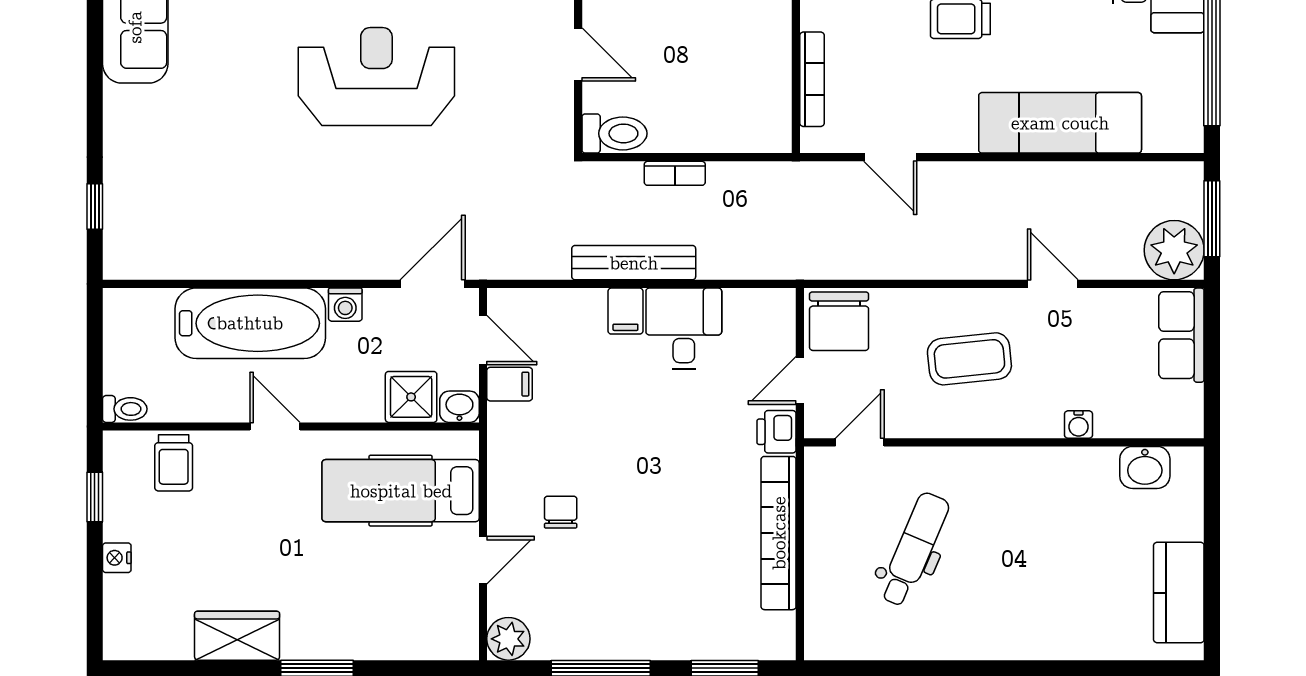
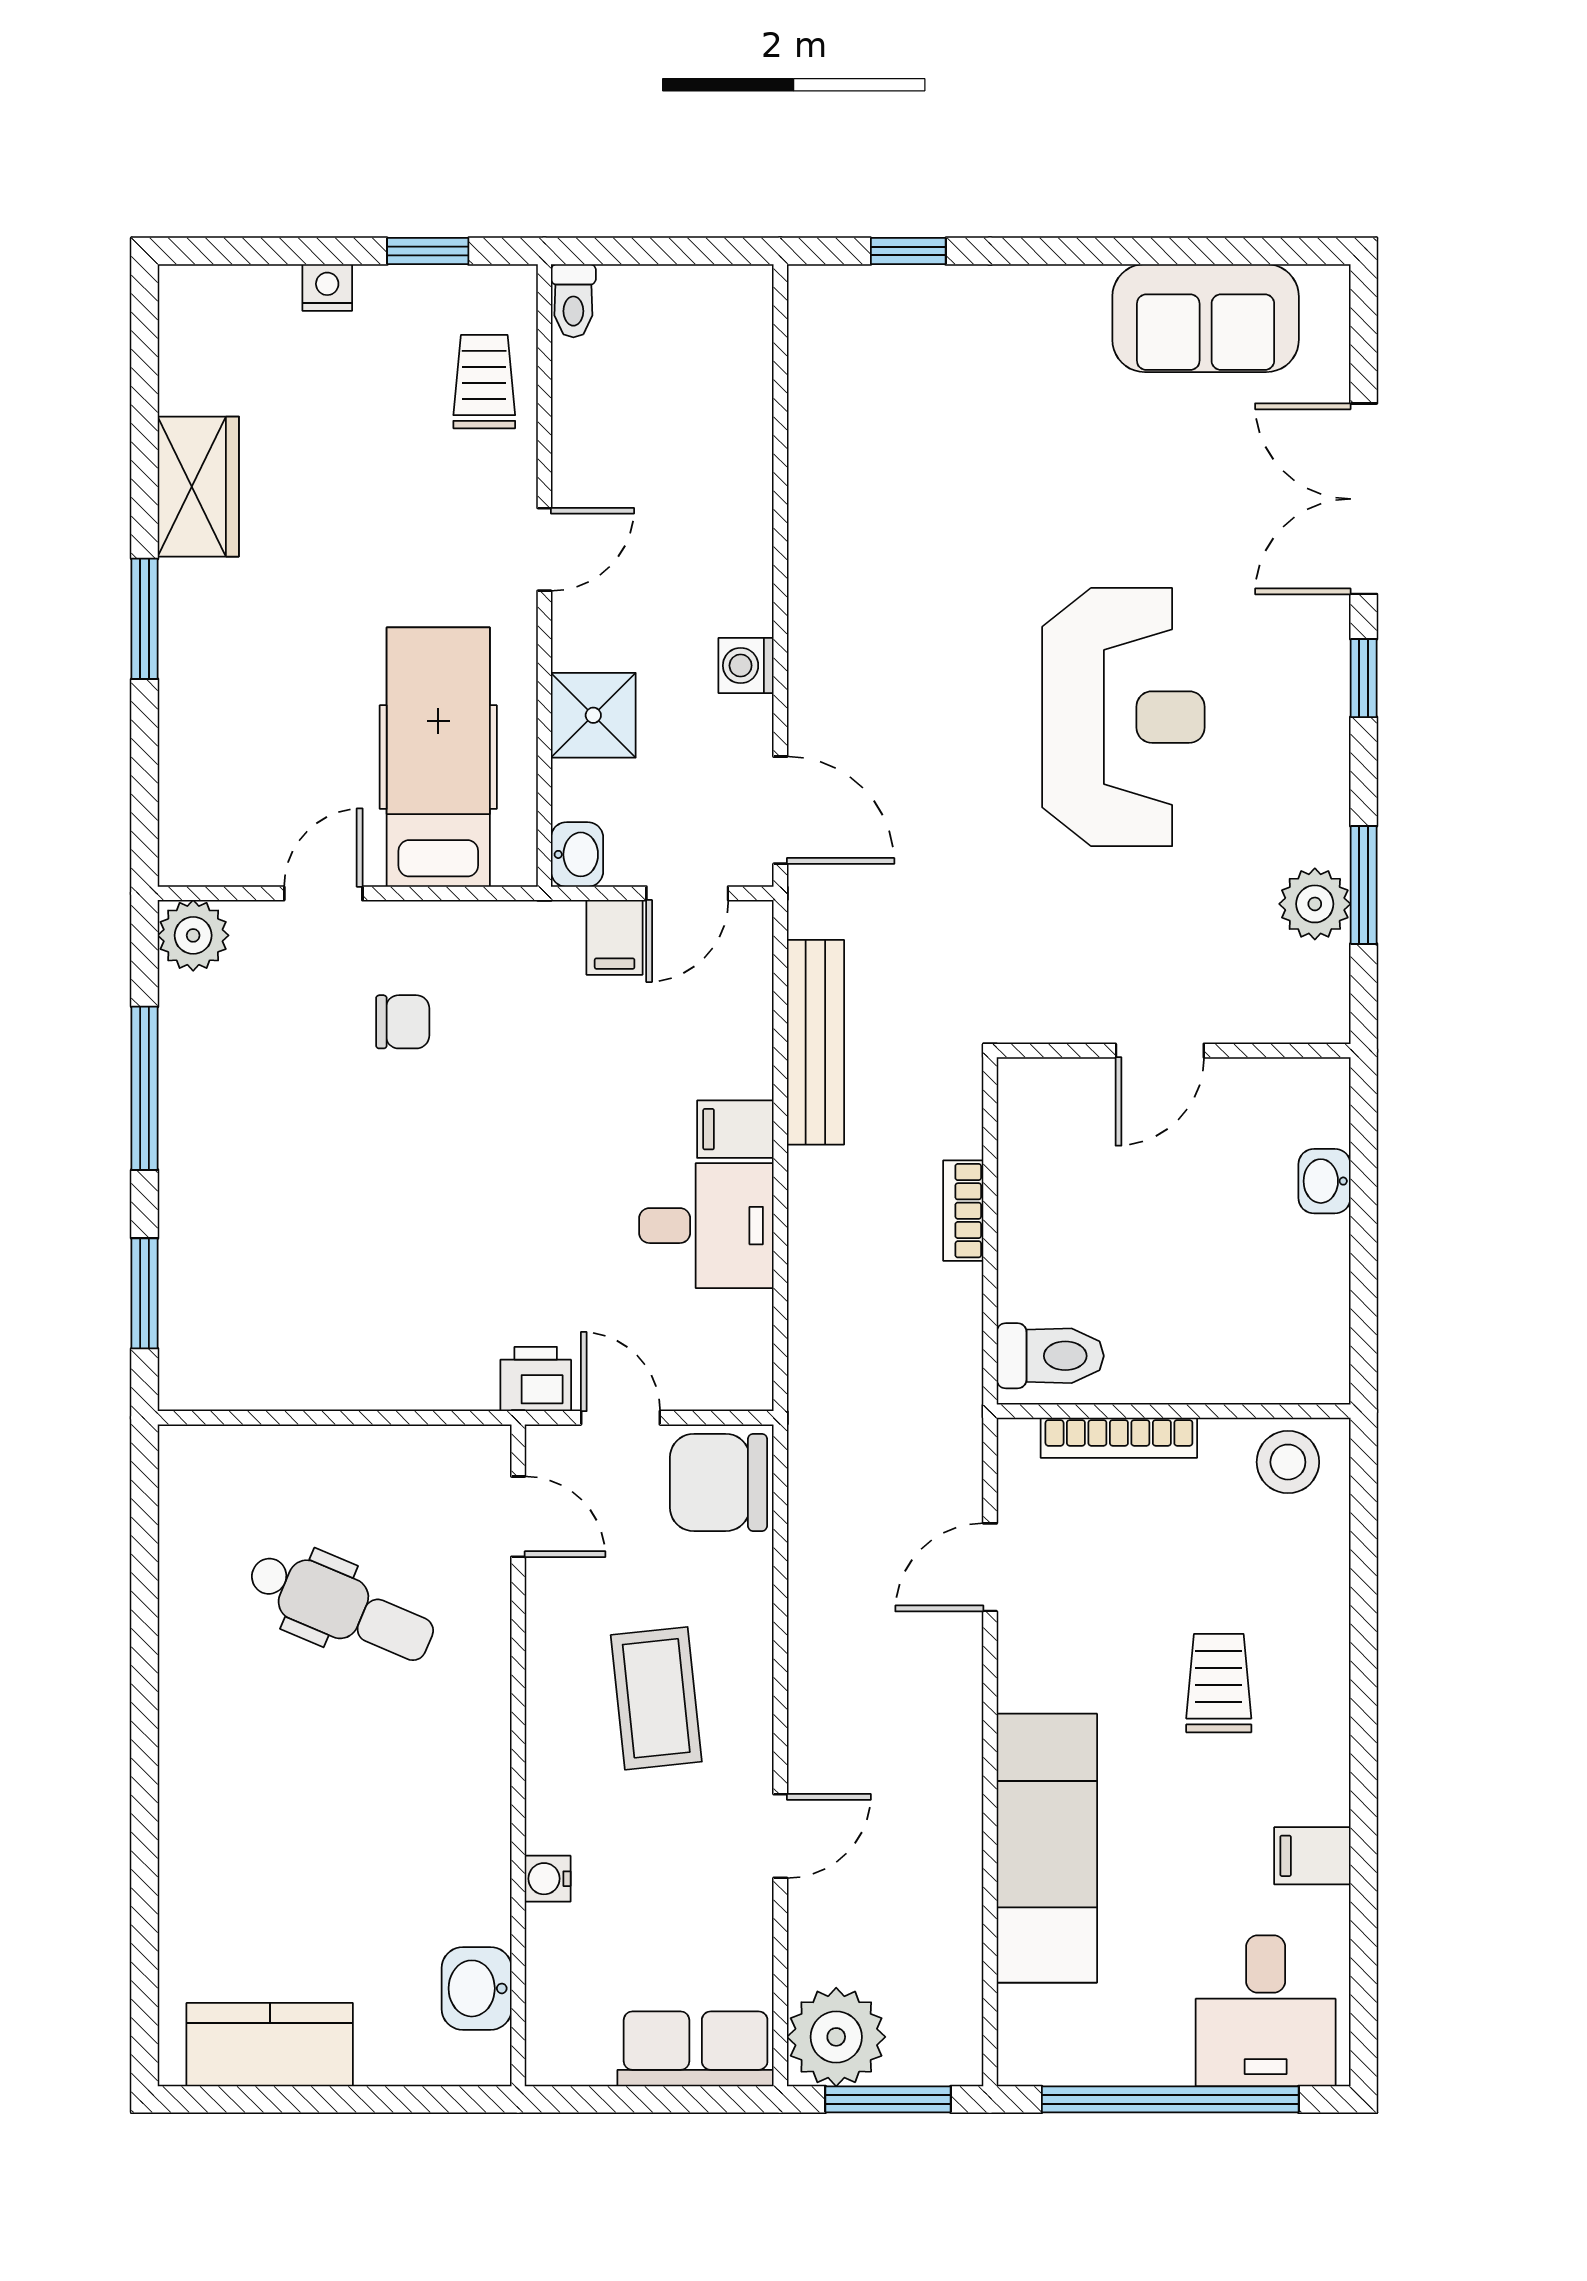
toilet: (614, 133) -> (1050, 1356), moved, turned -90
bench: (634, 263) -> (815, 1042), moved
bathtub: (250, 323) -> (715, 508), removed
shower: (411, 397) -> (593, 715), moved
trolley: (174, 463) -> (484, 382), turned 90
bookcase: (779, 533) -> (368, 1382), removed
door: (483, 560) -> (323, 893), swing flipped

